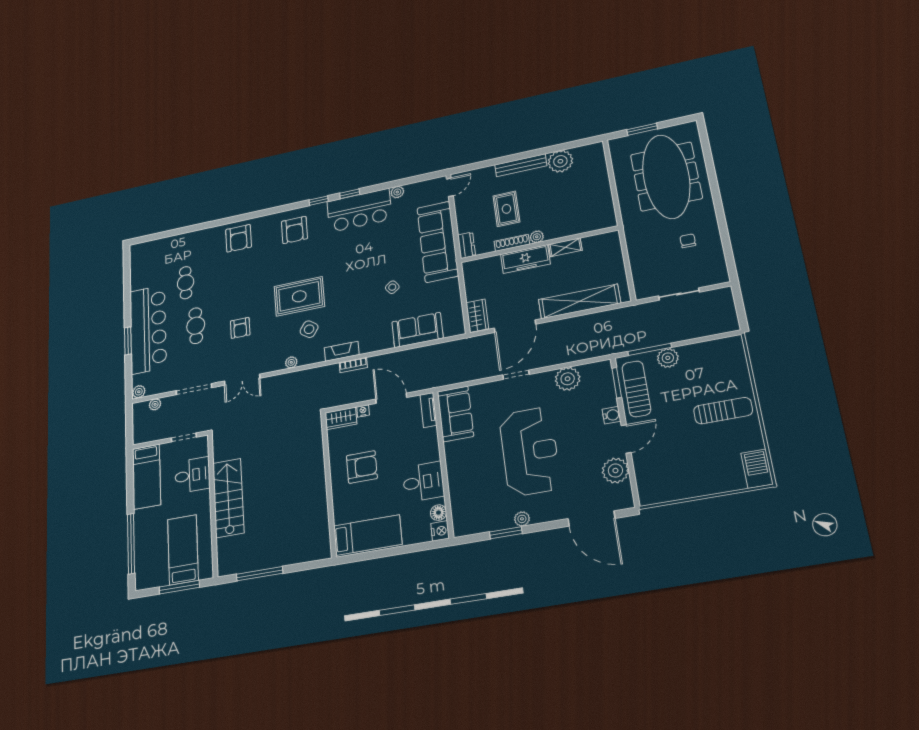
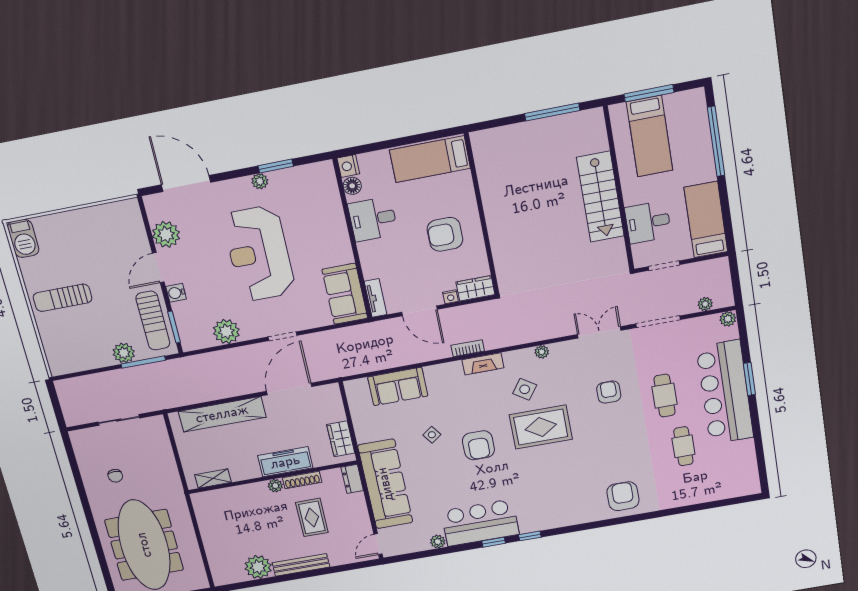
armchair: (294, 230) -> (478, 445), moved, turned 180
shelving: (565, 247) -> (213, 479), moved
wardrobe: (477, 316) -> (341, 439), moved

